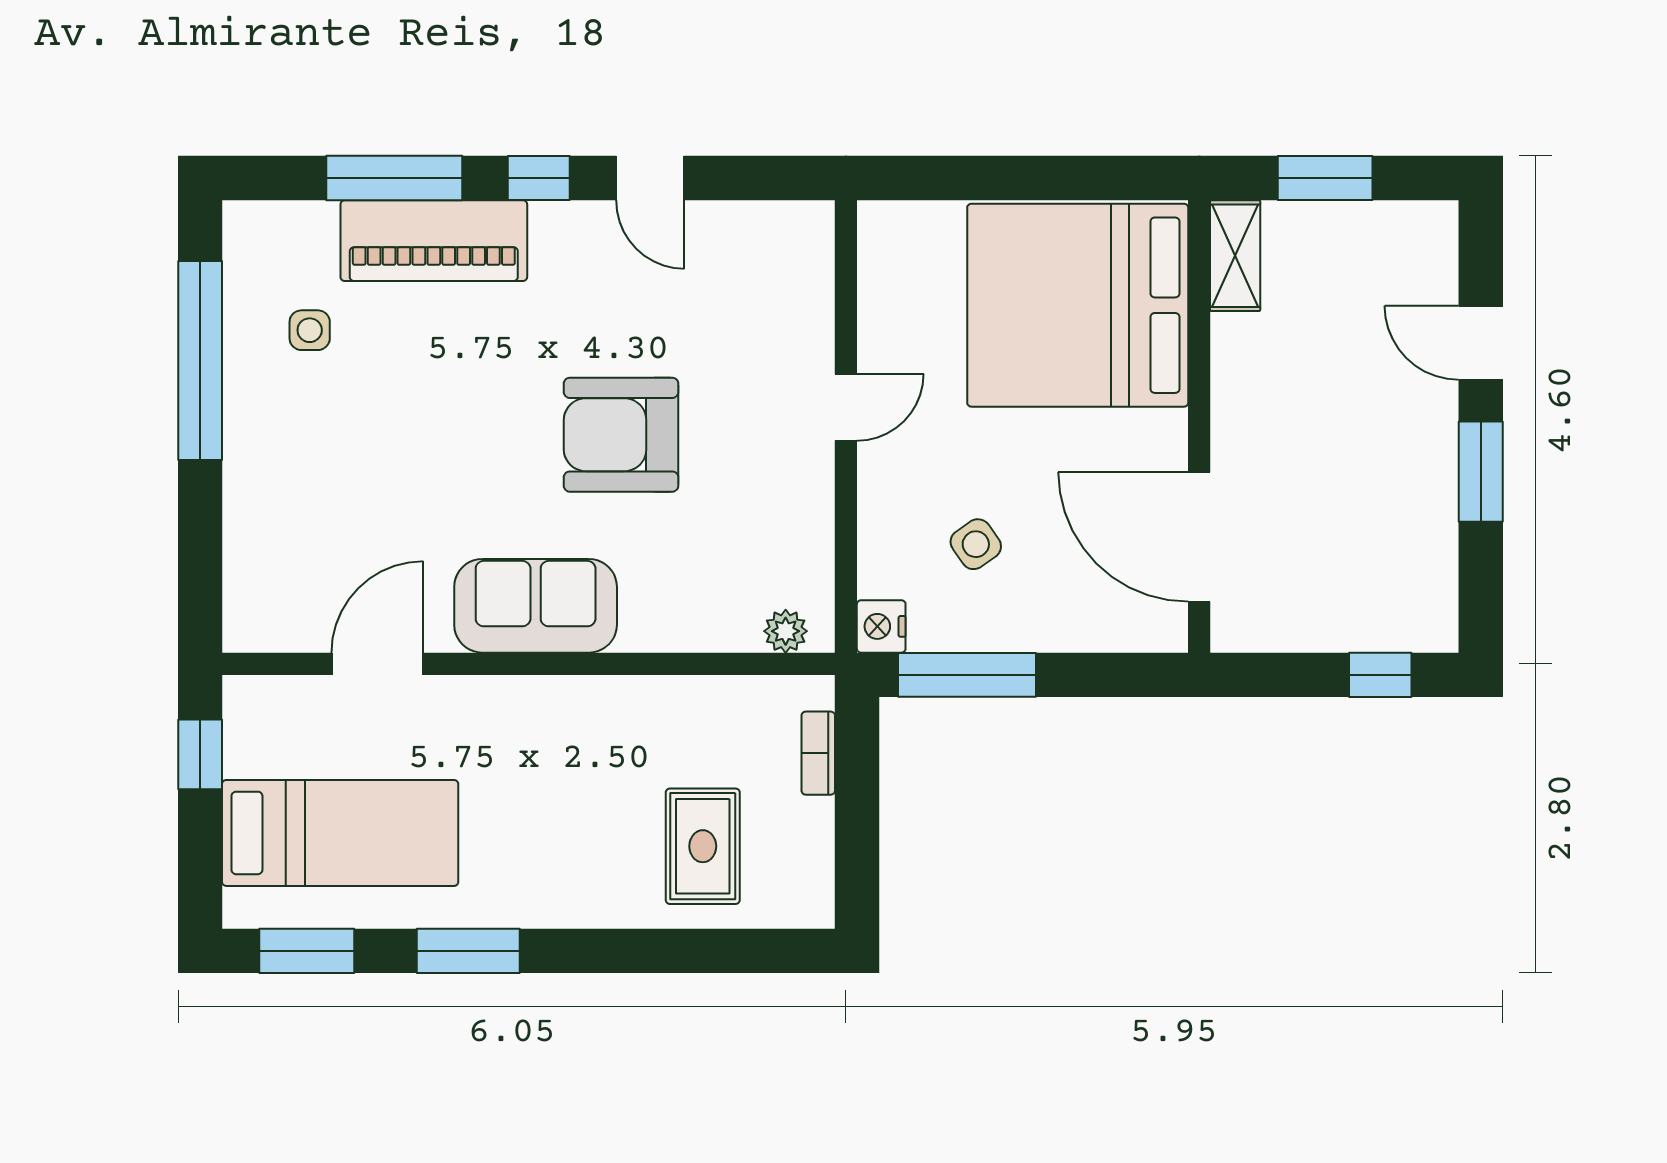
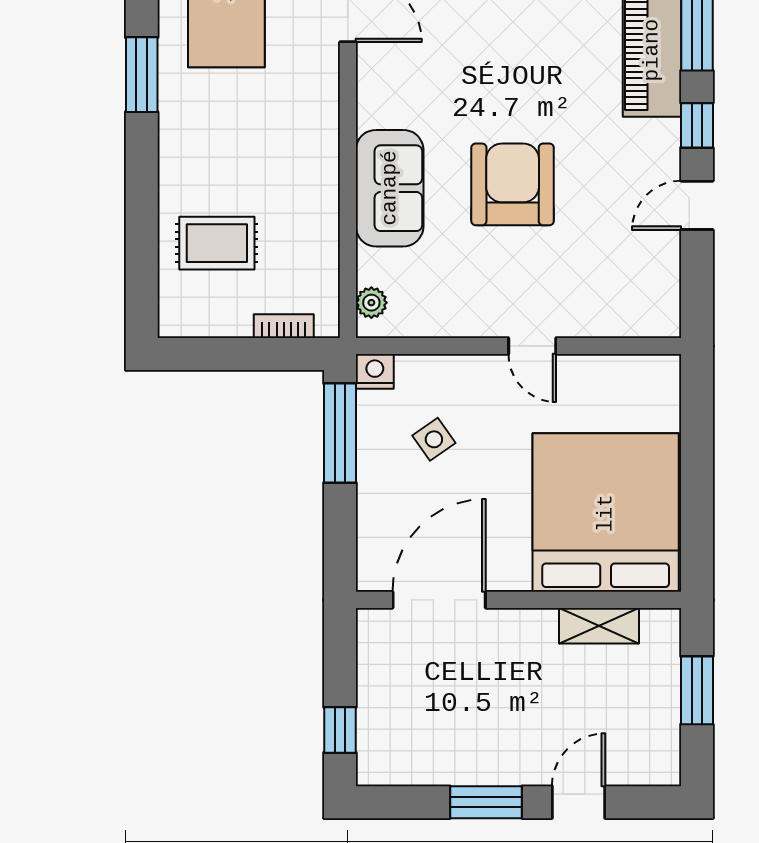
shelving: (1235, 256) -> (599, 626), moved
sofa: (536, 606) -> (390, 188), moved

